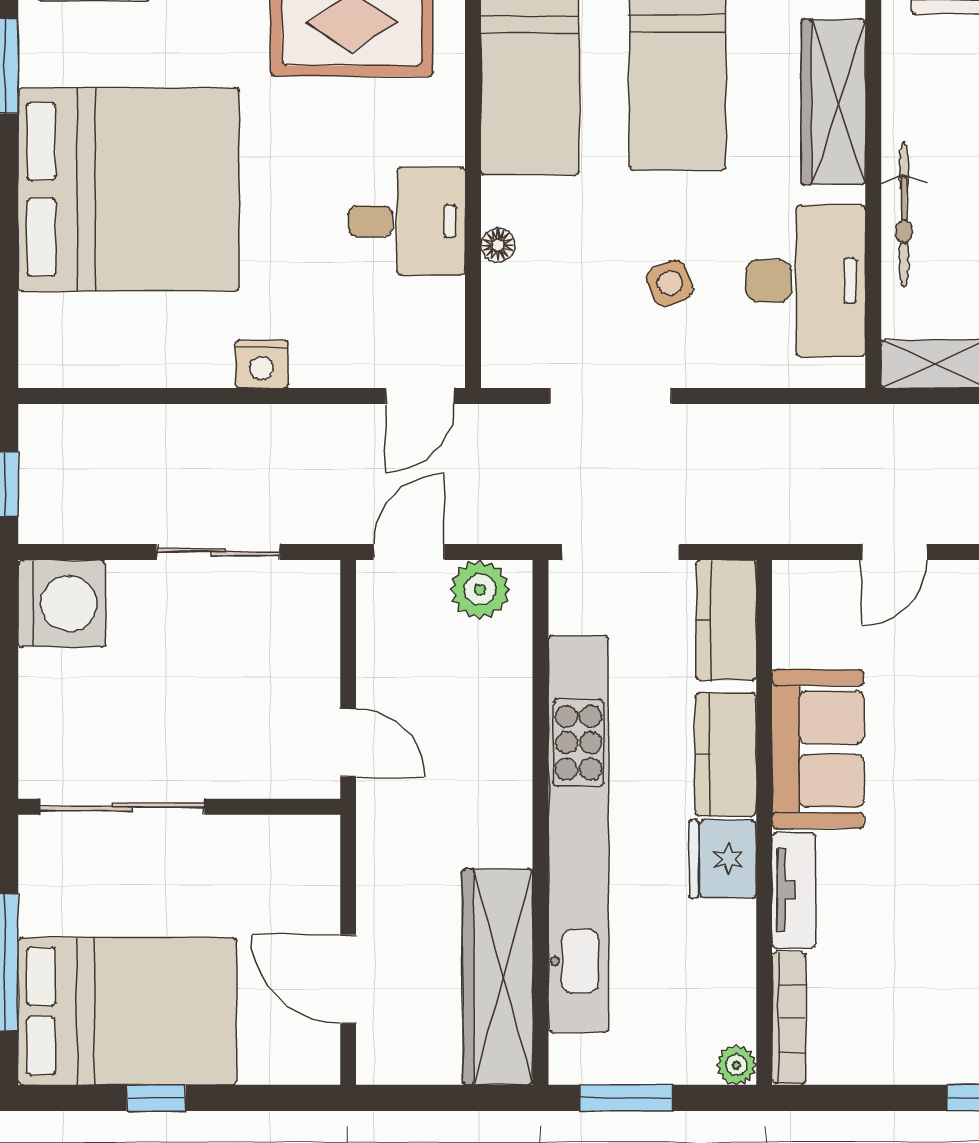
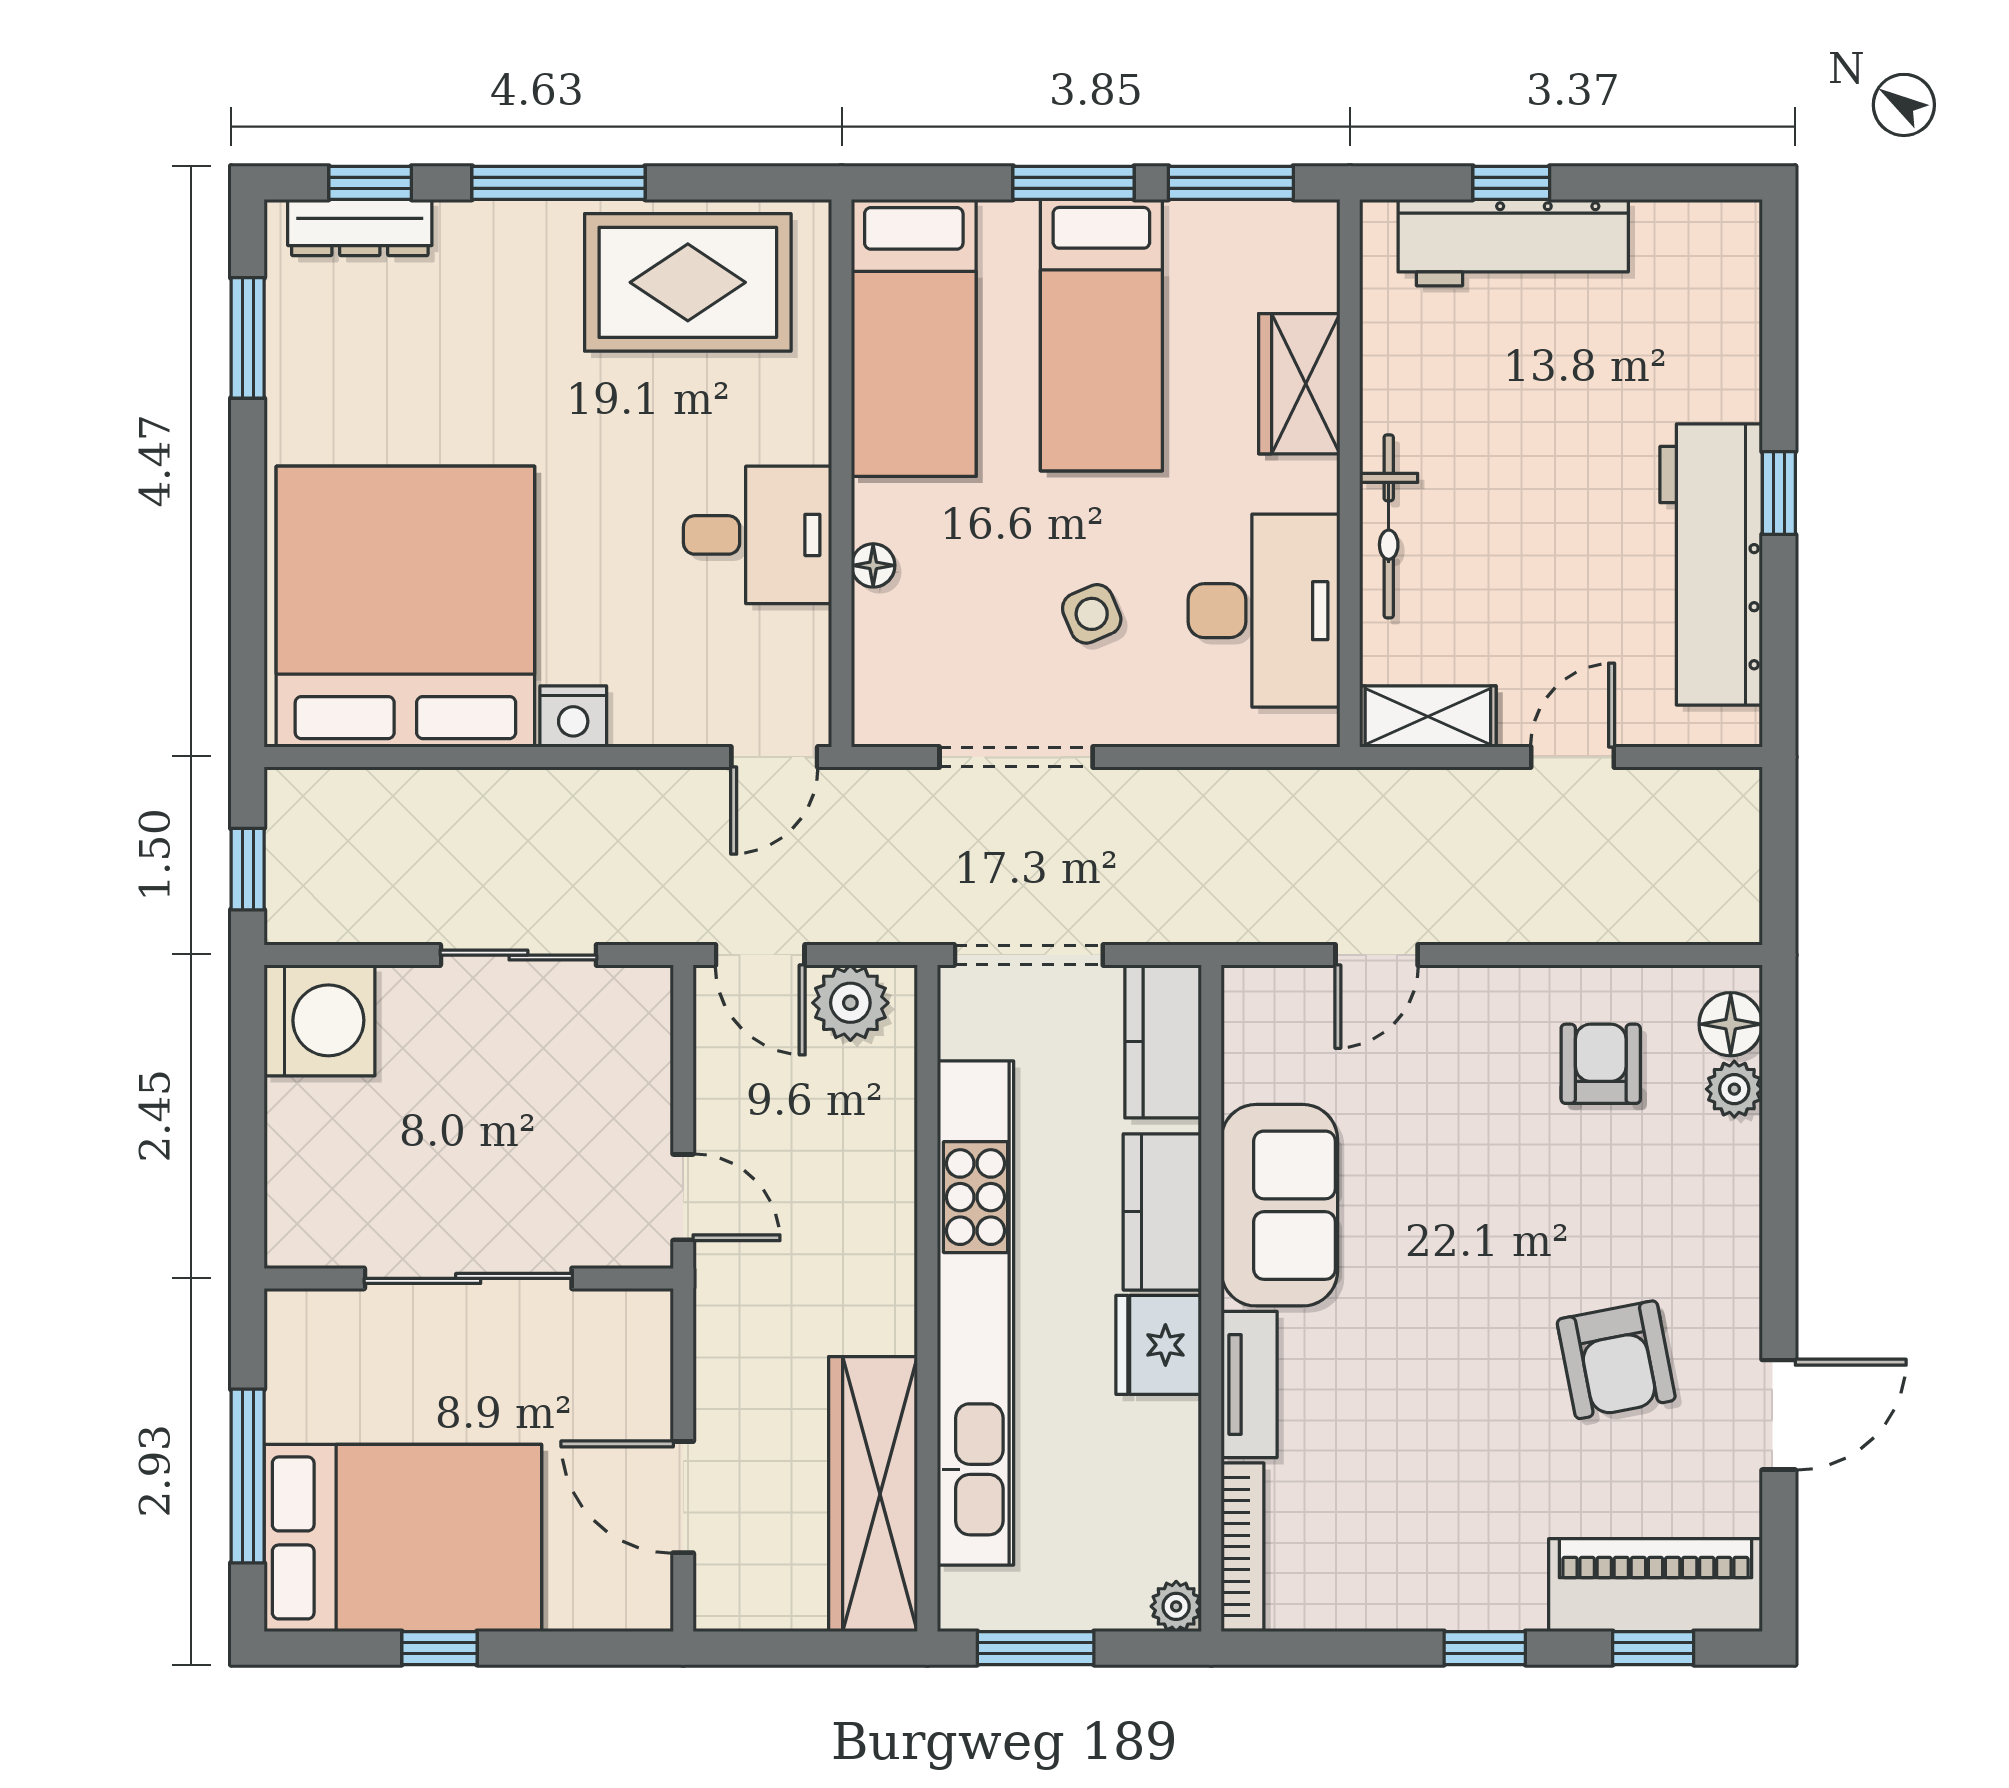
wardrobe: (833, 102) -> (1299, 384), width x0.67
bed: (129, 189) -> (405, 607), moved, turned -90
door: (409, 552) -> (760, 955), swing flipped
sliding door: (122, 807) -> (468, 1278), moved

